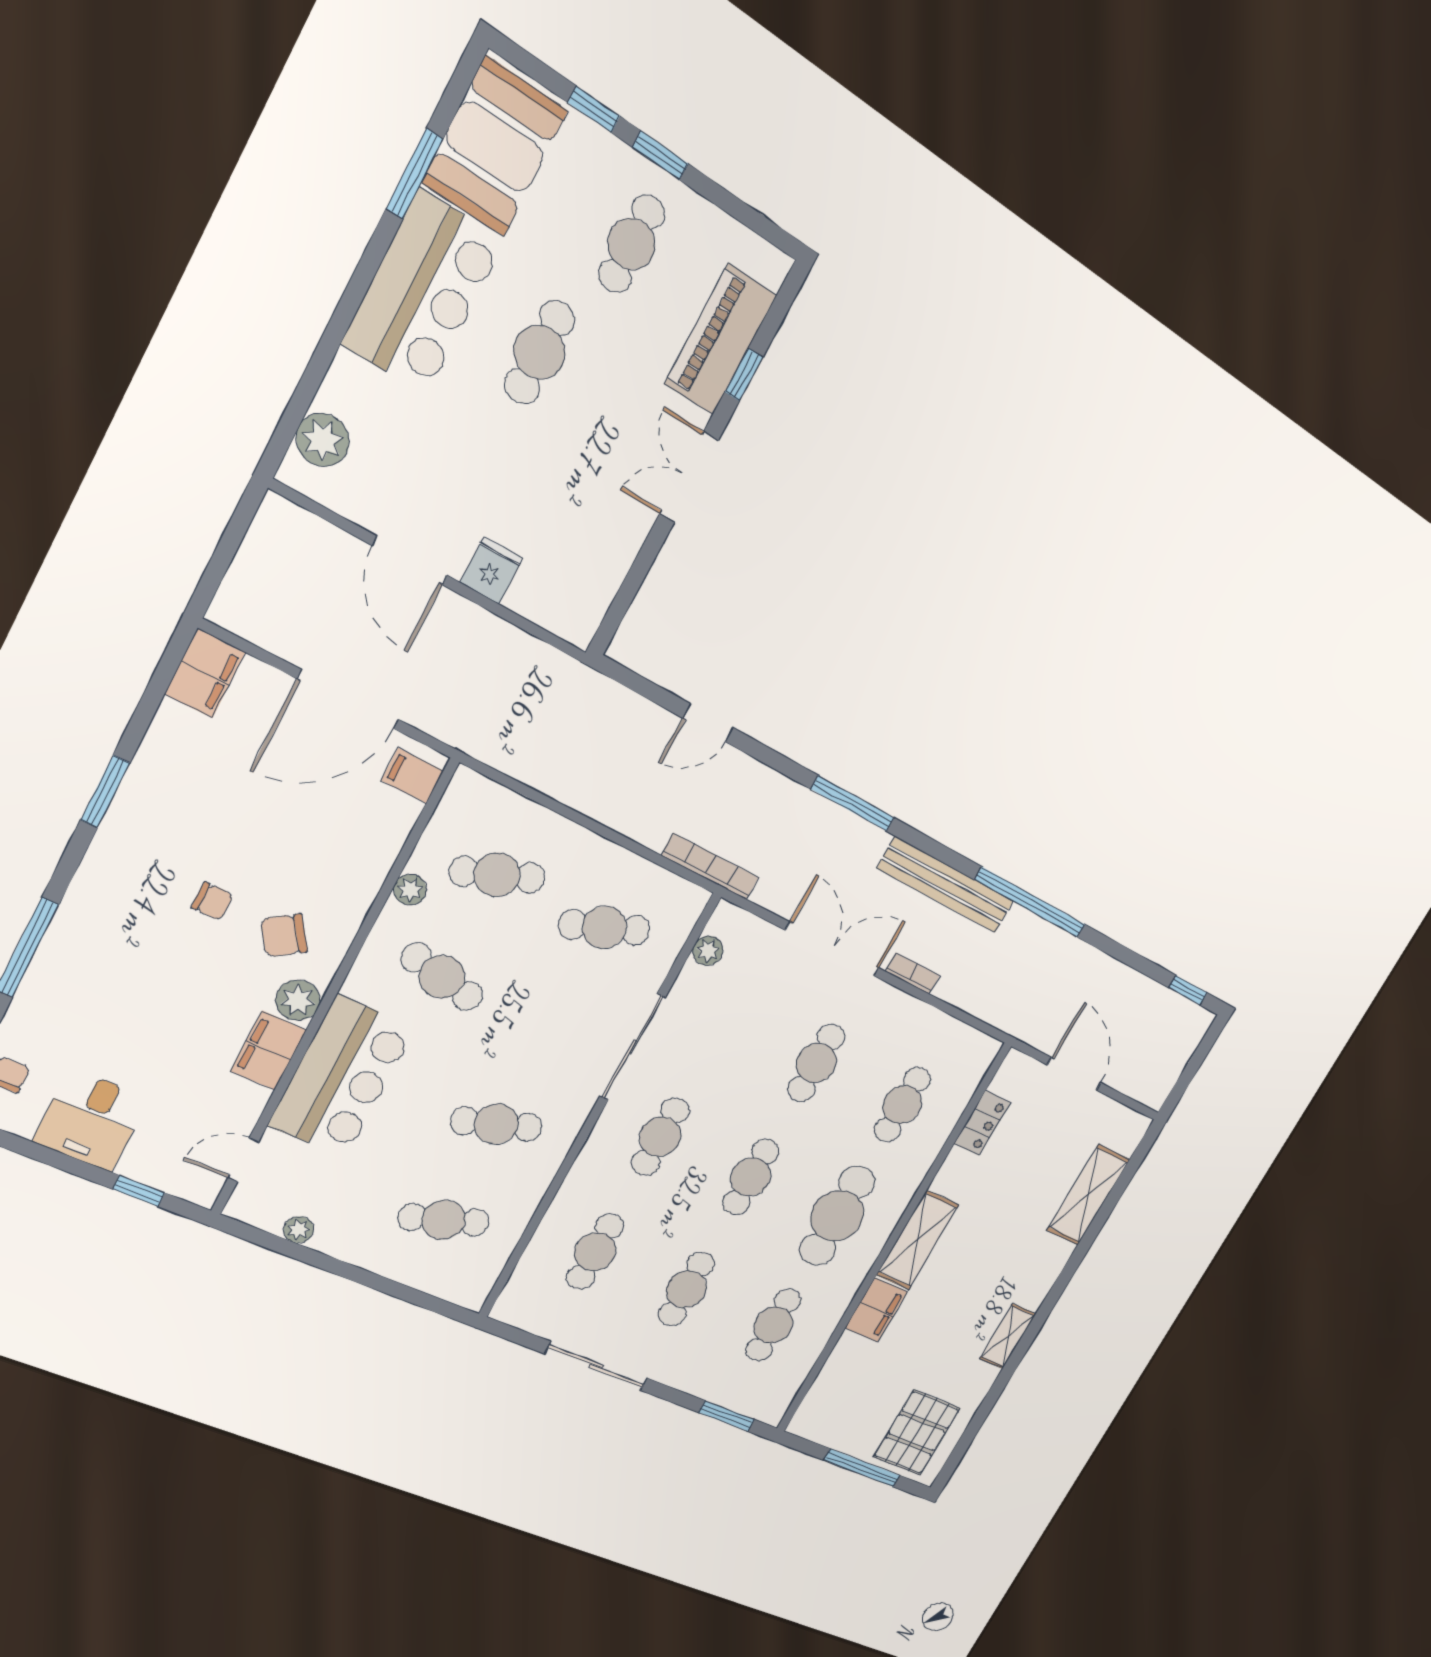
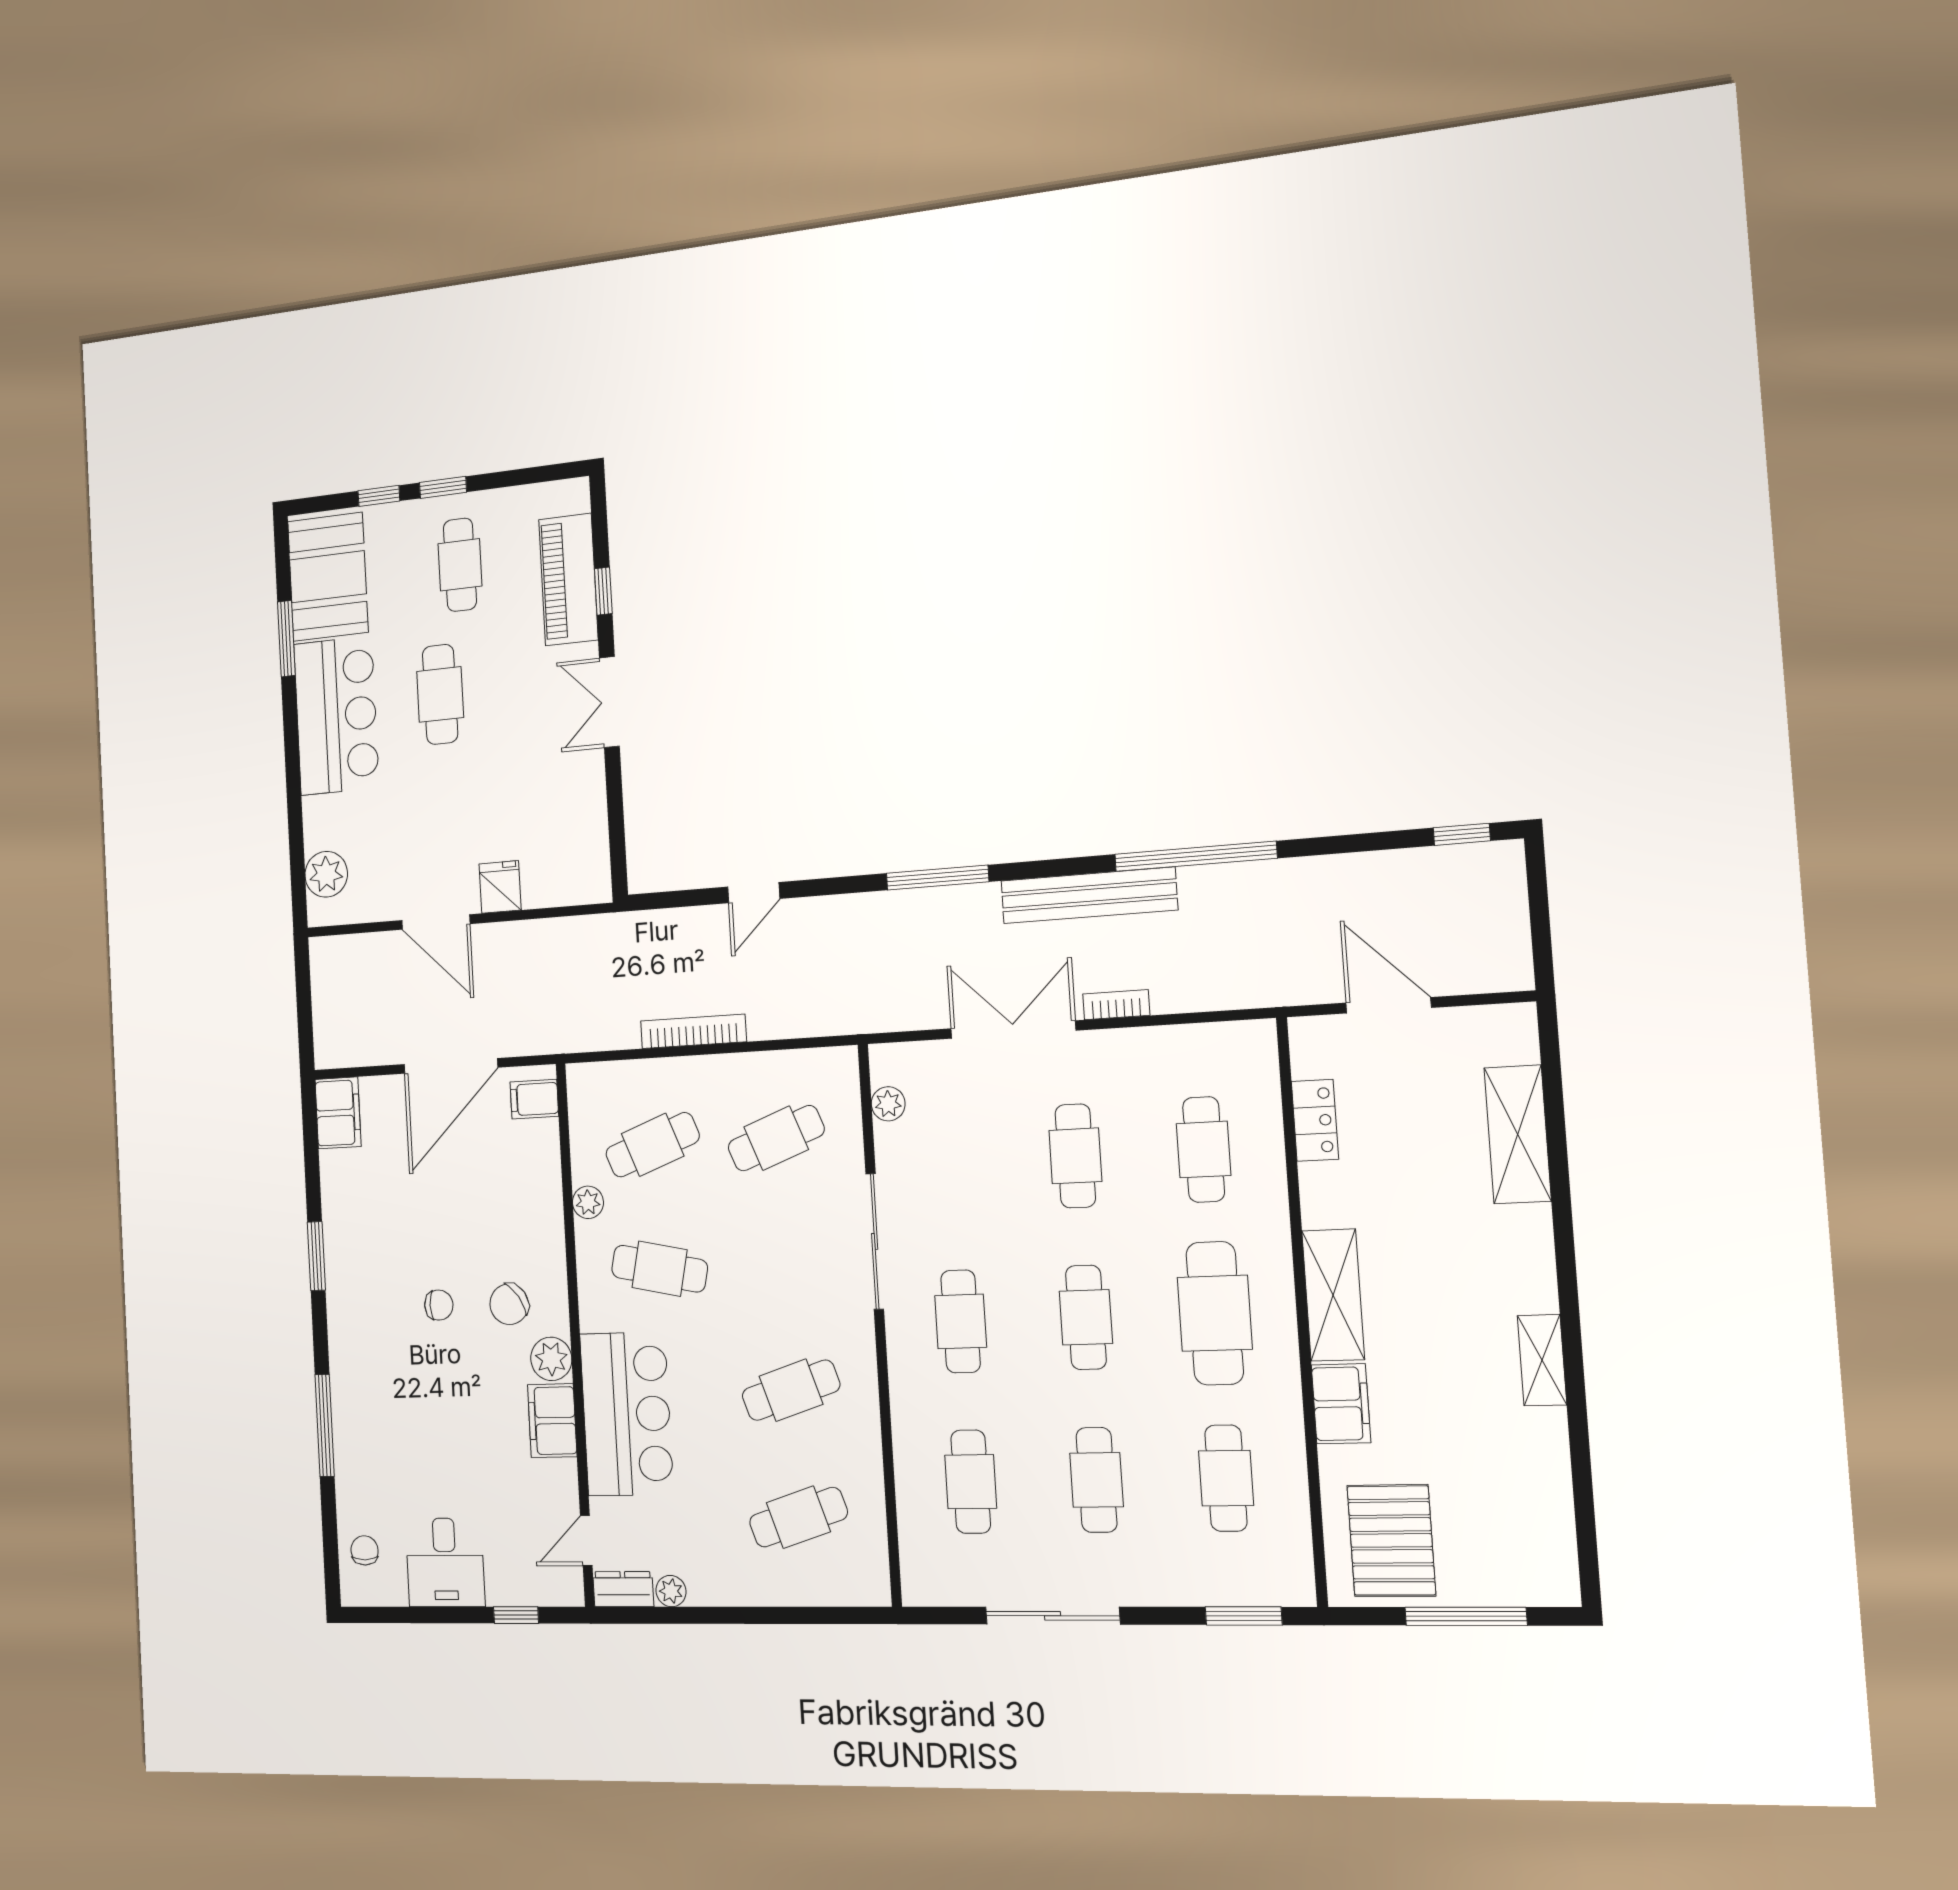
bookcase: (710, 867) -> (693, 1031), moved
dresser: (255, 1211) -> (623, 1589), added
pallet: (917, 1433) -> (1391, 1540), moved

